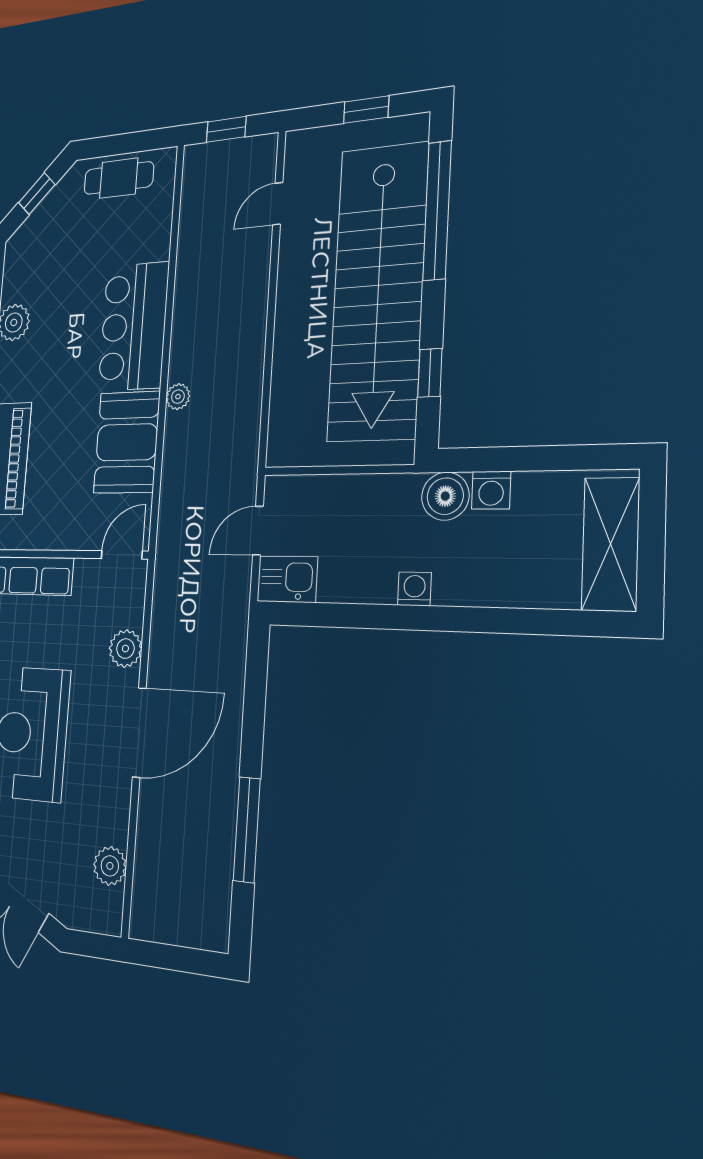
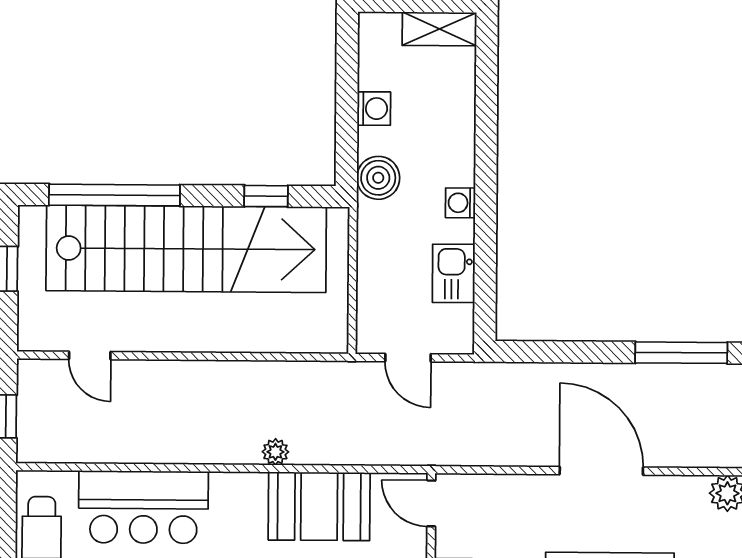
bar counter: (134, 326) -> (143, 507), moved
washing machine: (491, 490) -> (374, 109), moved
shelving: (611, 544) -> (439, 29), width x0.67, depth x0.75
kitchen sink: (287, 579) -> (454, 273), moved
plant: (125, 649) -> (522, 492), removed

